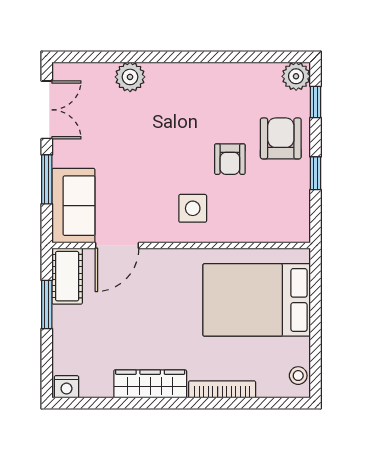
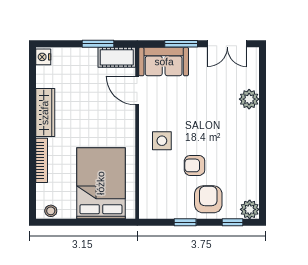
armchair: (281, 138) -> (208, 199), turned -90

